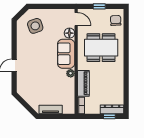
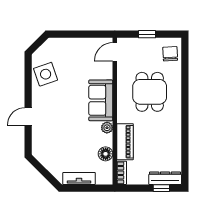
door: (76, 19) -> (115, 52), swing flipped
side table: (35, 26) -> (46, 74), moved
floor lamp: (69, 33) -> (106, 154), moved
dining table: (101, 48) -> (150, 92), width x0.73

